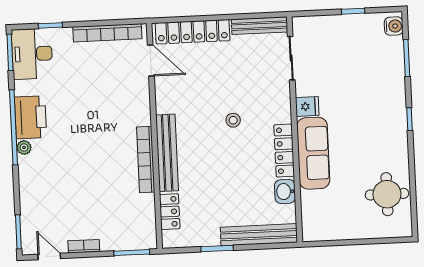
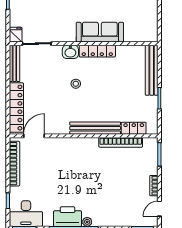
fridge: (307, 106) -> (16, 35), moved
bookcase: (146, 159) -> (121, 142), moved
washbasin: (285, 191) -> (70, 52), moved

